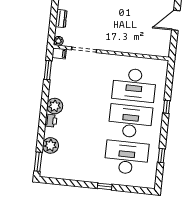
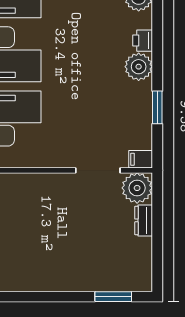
plant: (58, 41) -> (137, 188), width x1.87, depth x1.87
window: (48, 70) -> (157, 107), moved

